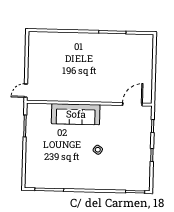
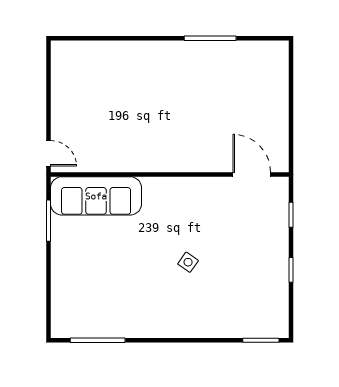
door: (26, 91) -> (48, 153), swing flipped
door: (132, 104) -> (252, 174), hinge flipped
sofa: (76, 114) -> (96, 196), moved

